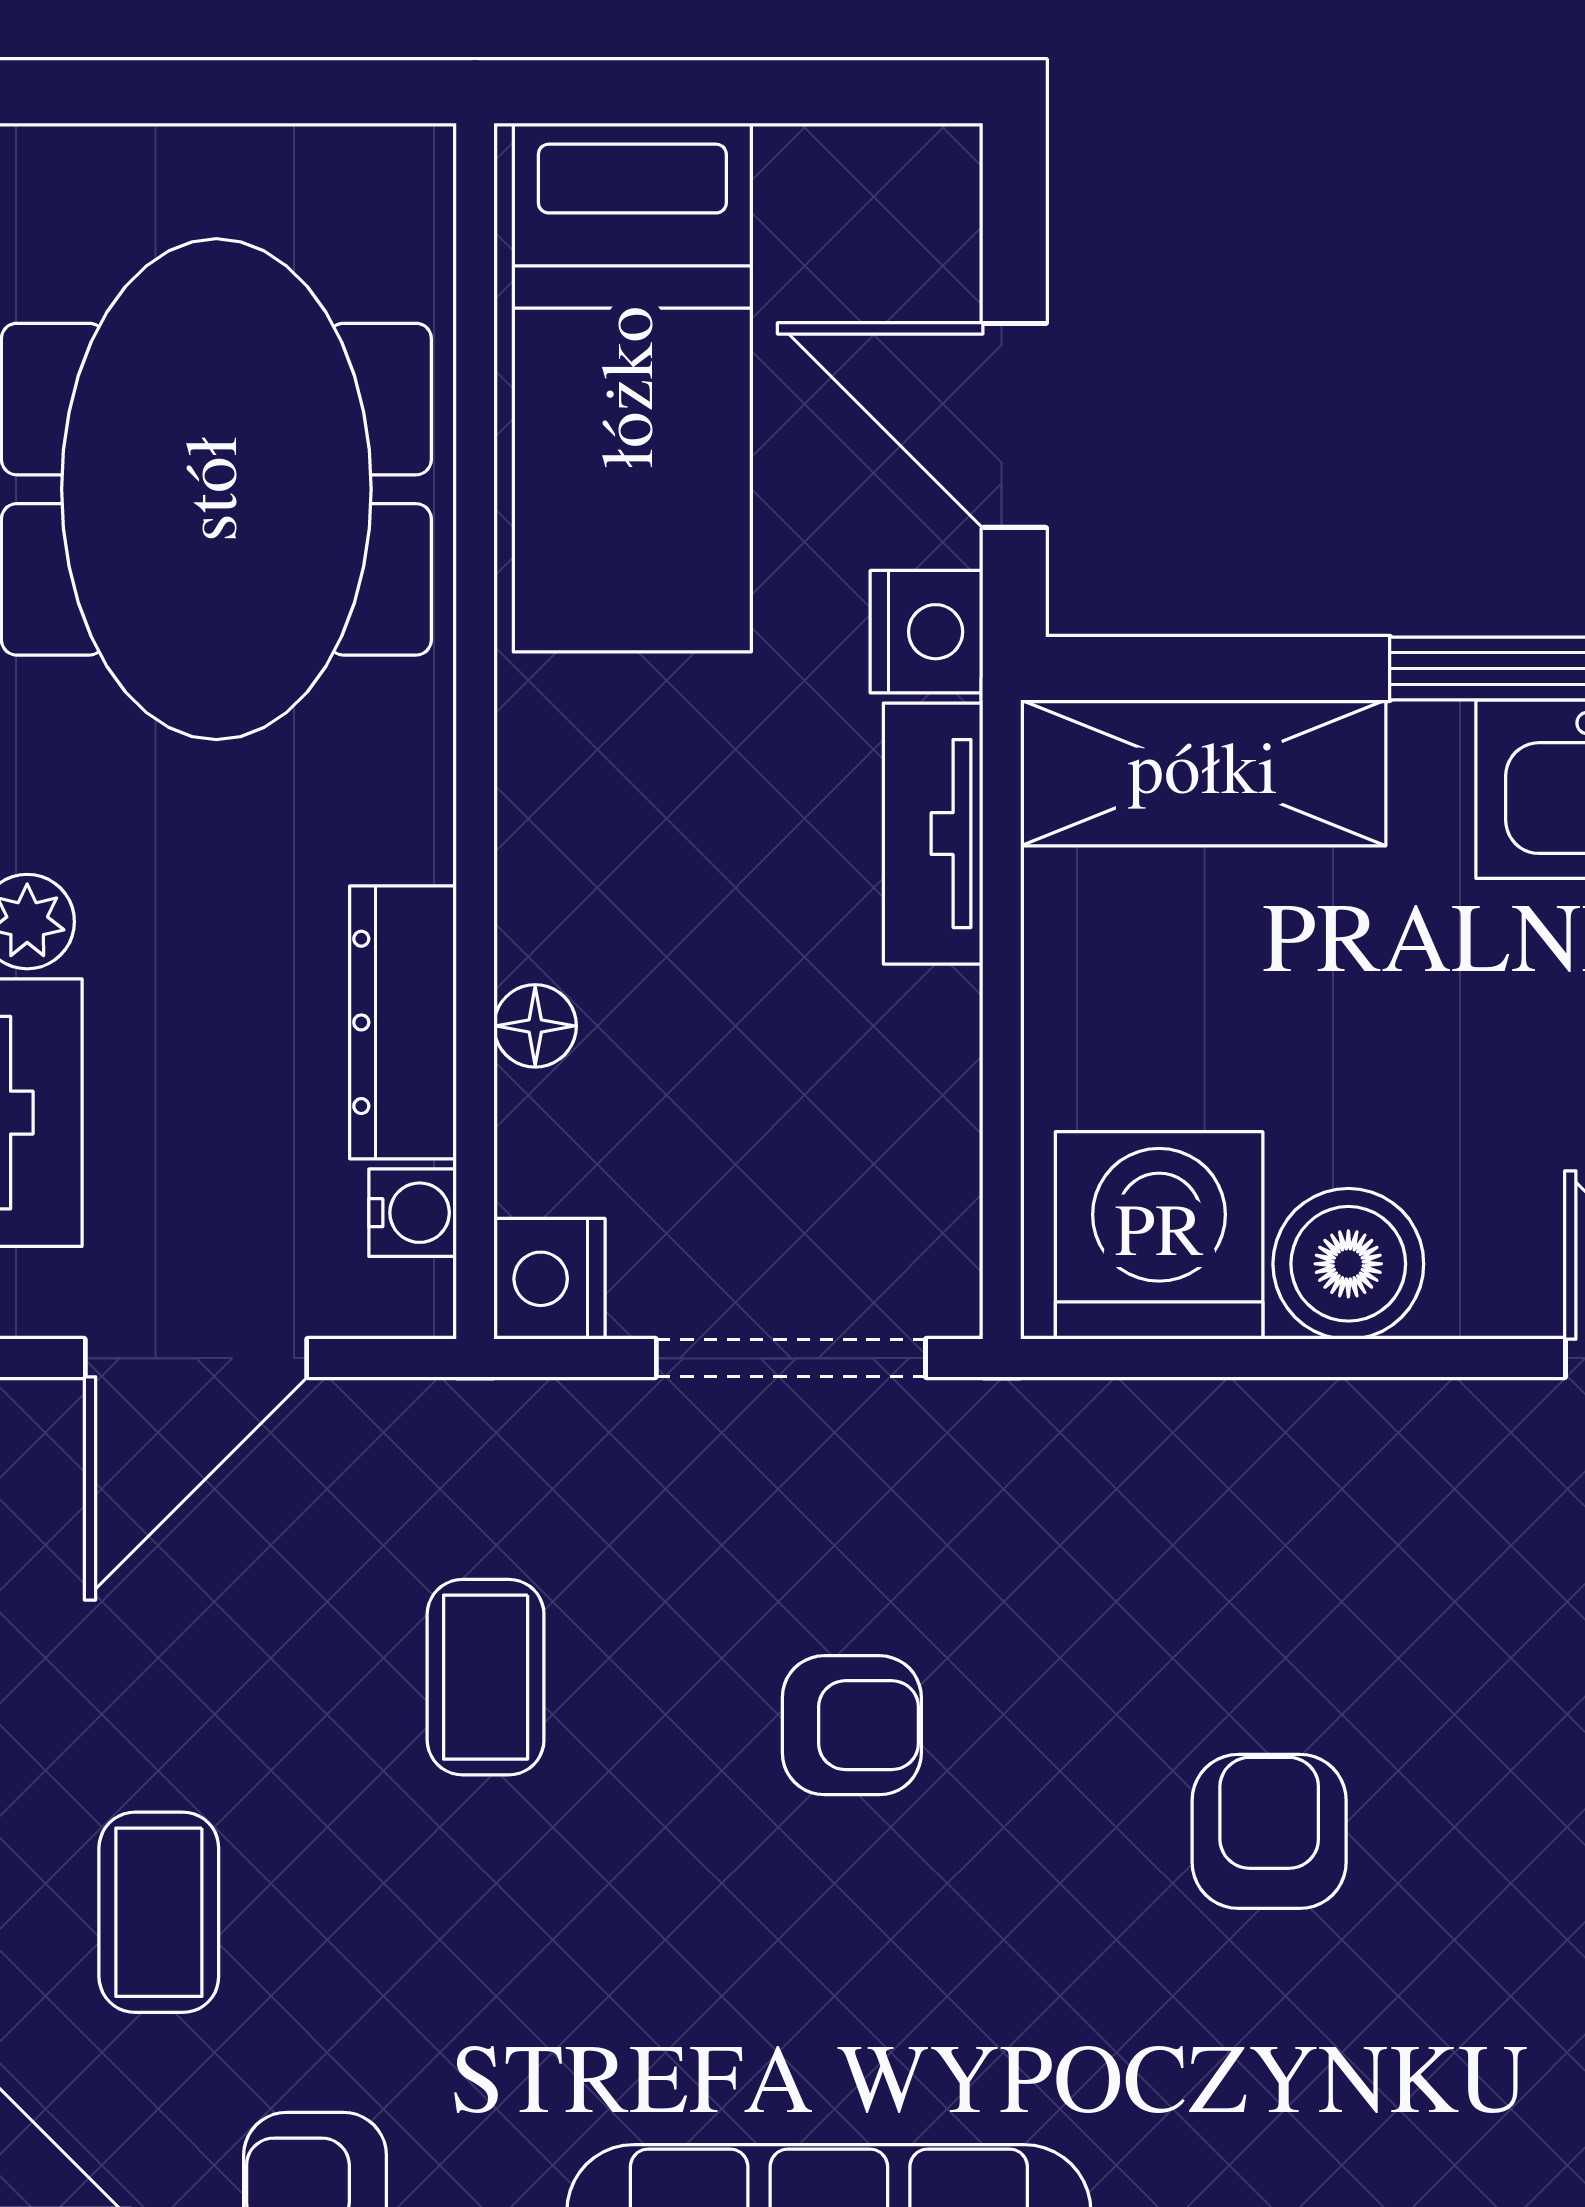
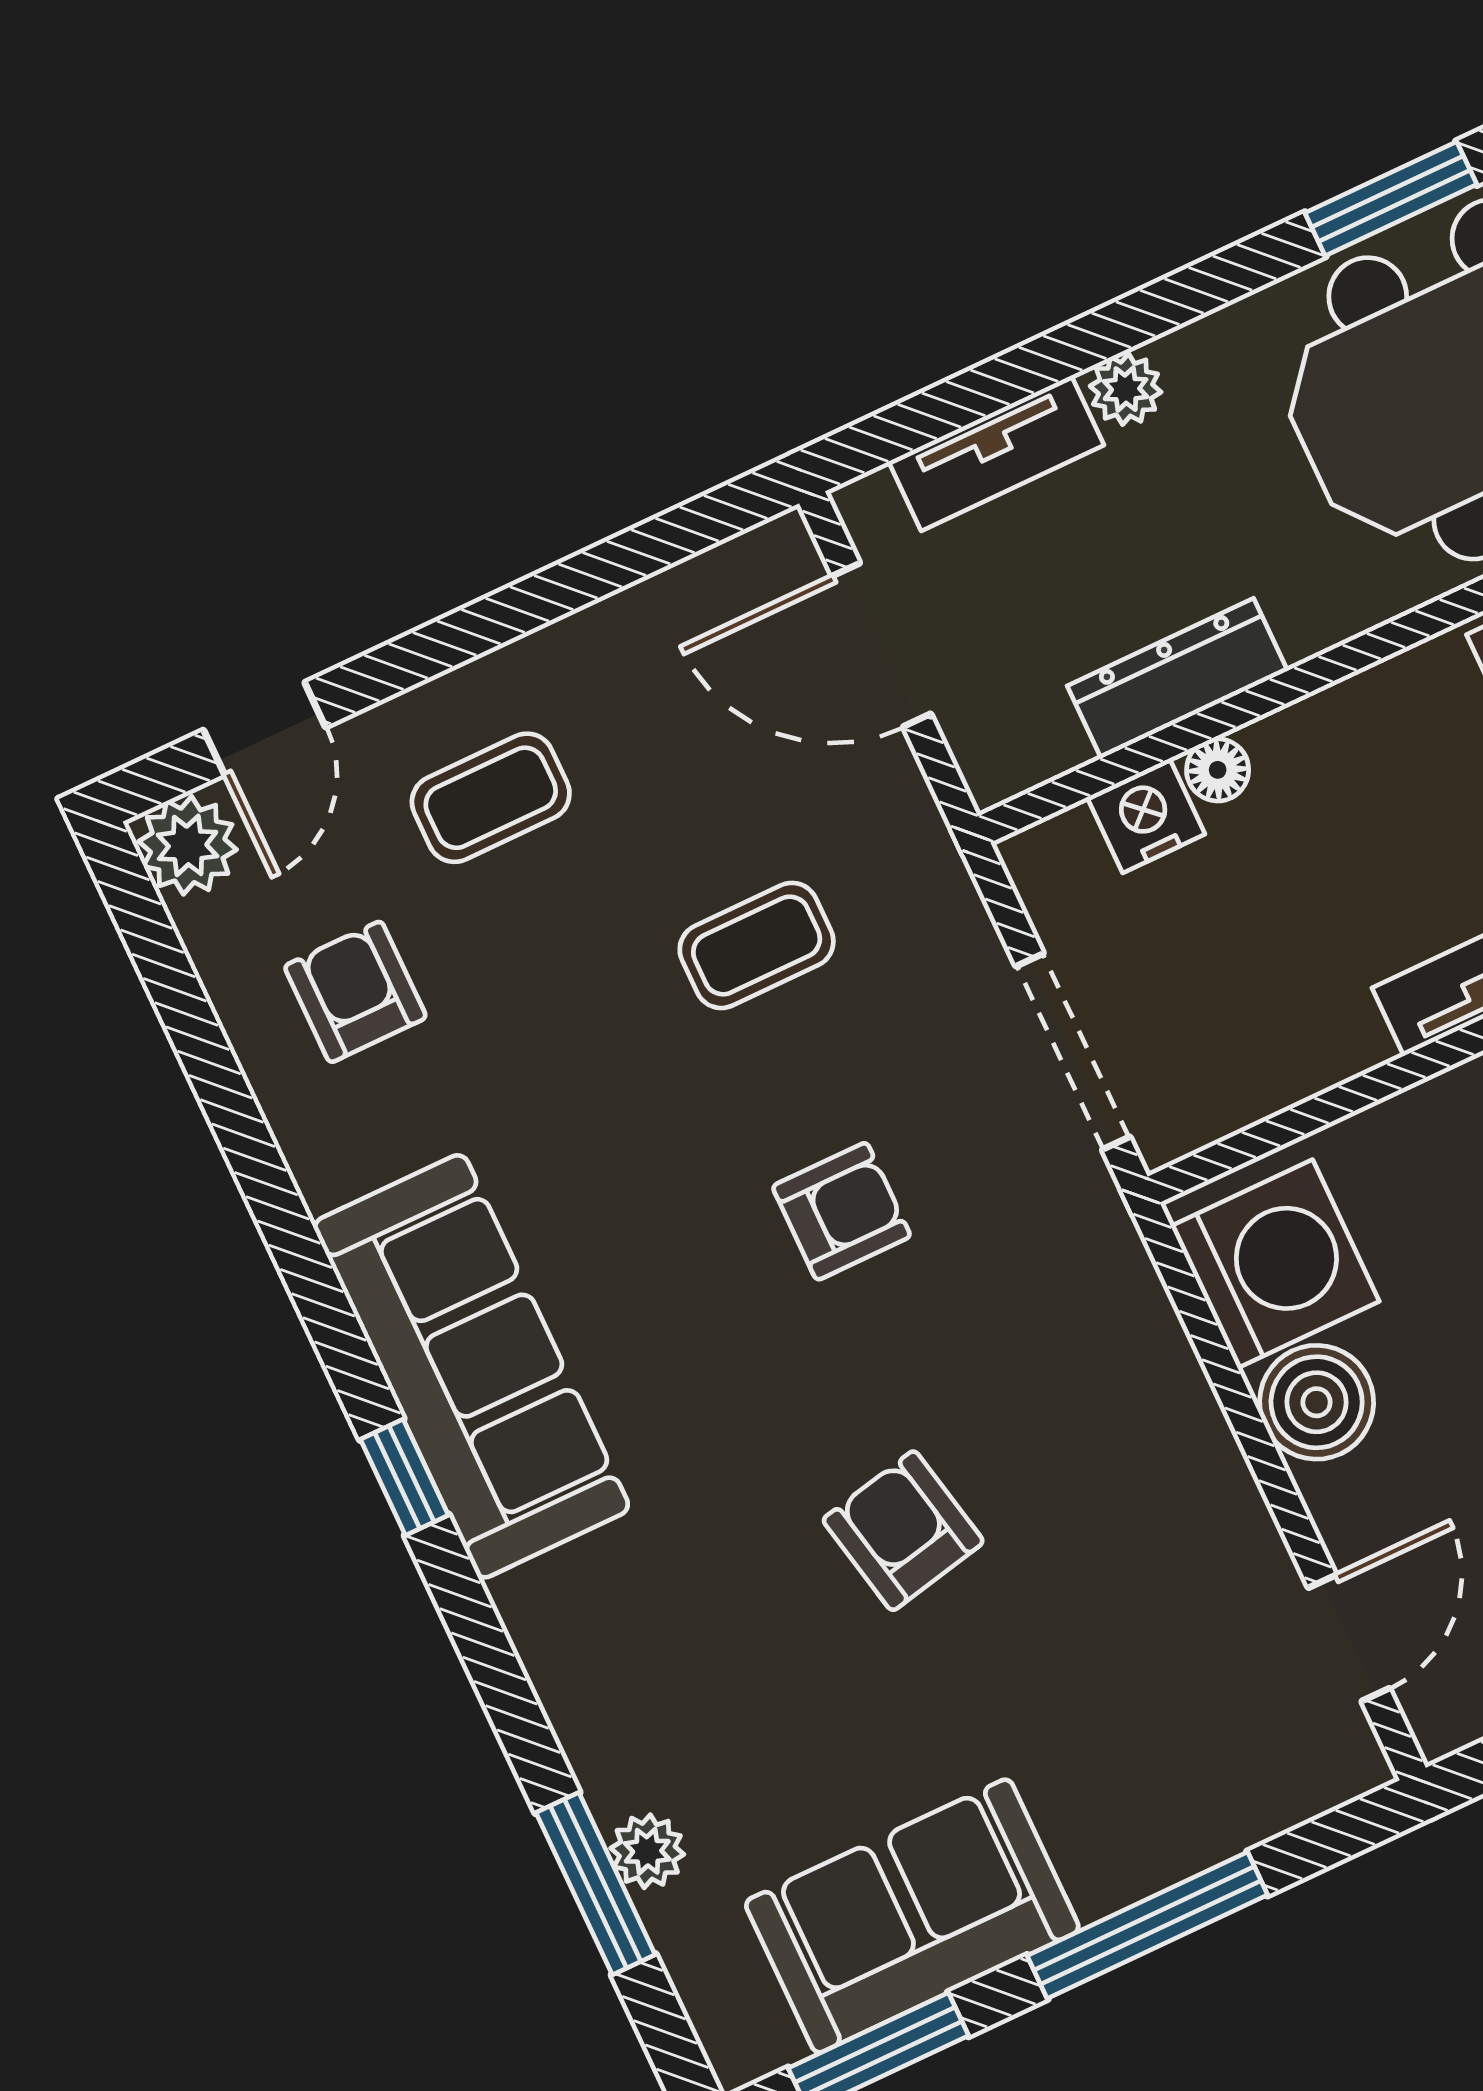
water cooler: (413, 1213) -> (1051, 746), removed
nightstand: (550, 1279) -> (1146, 816), moved
armchair: (852, 1725) -> (842, 1211), turned -90
armchair: (1269, 1831) -> (903, 1531), turned -102

